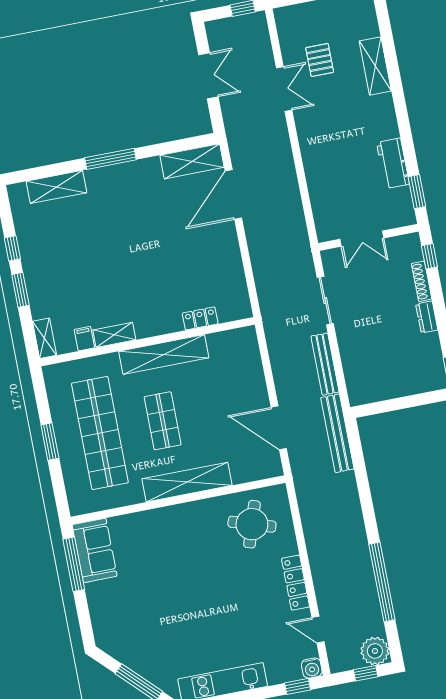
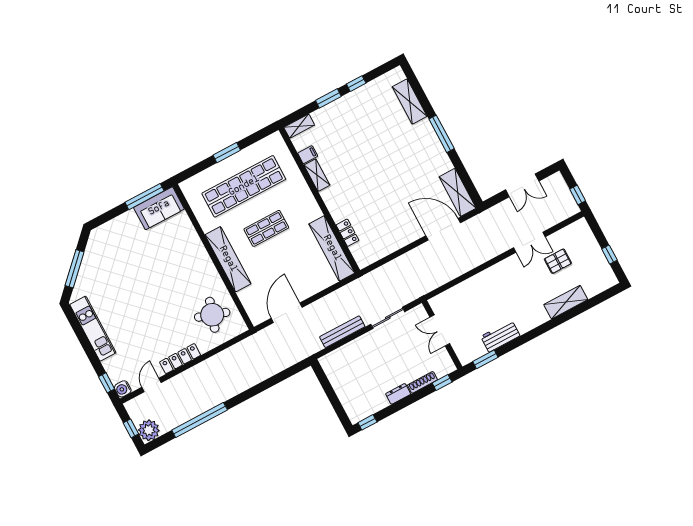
shelving: (164, 355) -> (332, 248), moved
bench: (337, 433) -> (296, 356), removed

